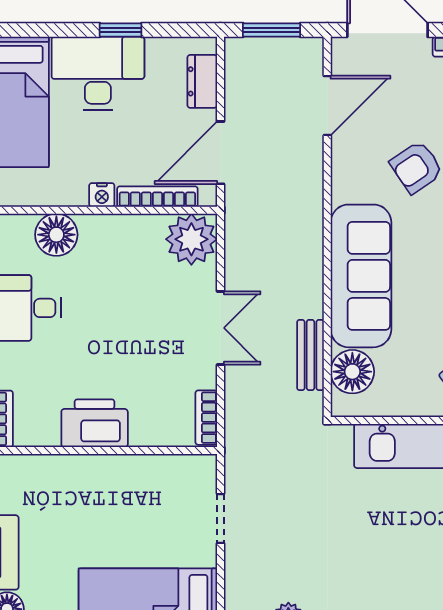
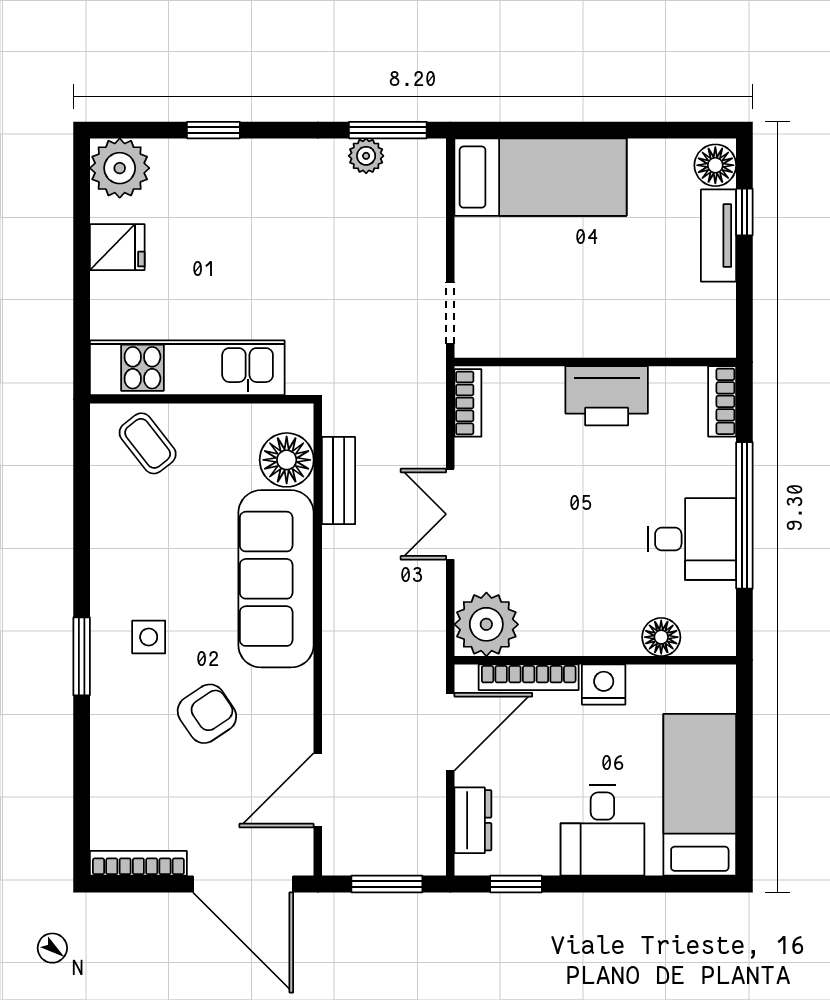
window: (121, 30) -> (516, 884), moved
desk: (98, 73) -> (602, 830), width x0.73
nightstand: (102, 195) -> (604, 685), width x1.39, depth x1.35
floor lamp: (56, 235) -> (661, 637), width x0.73, depth x0.73
doorway: (220, 519) -> (450, 313), moved

